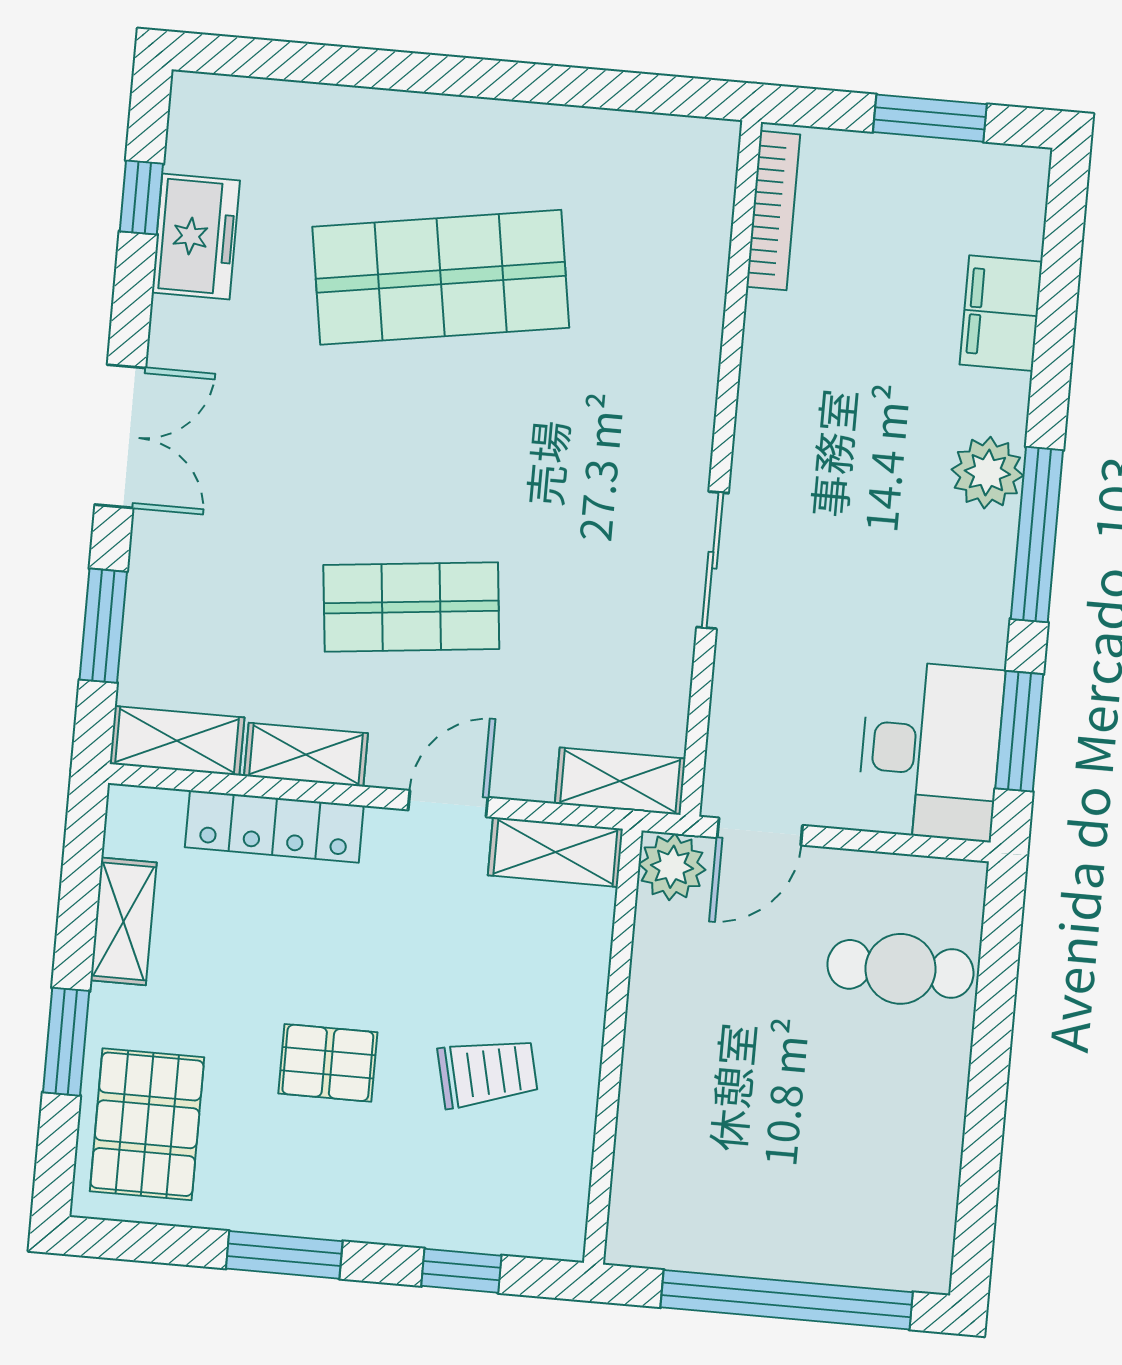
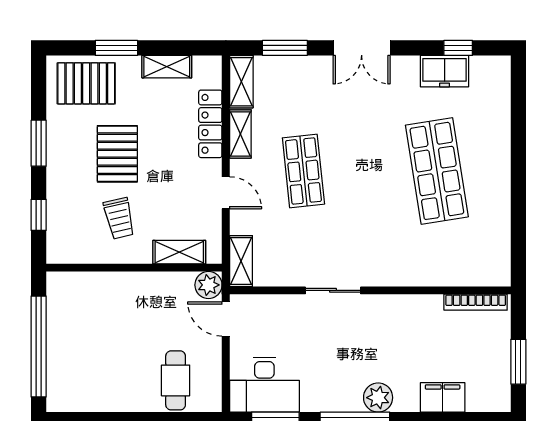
shelving: (555, 852) -> (179, 252), moved, turned 90
pallet: (328, 1063) -> (117, 154), width x1.50, depth x1.42

